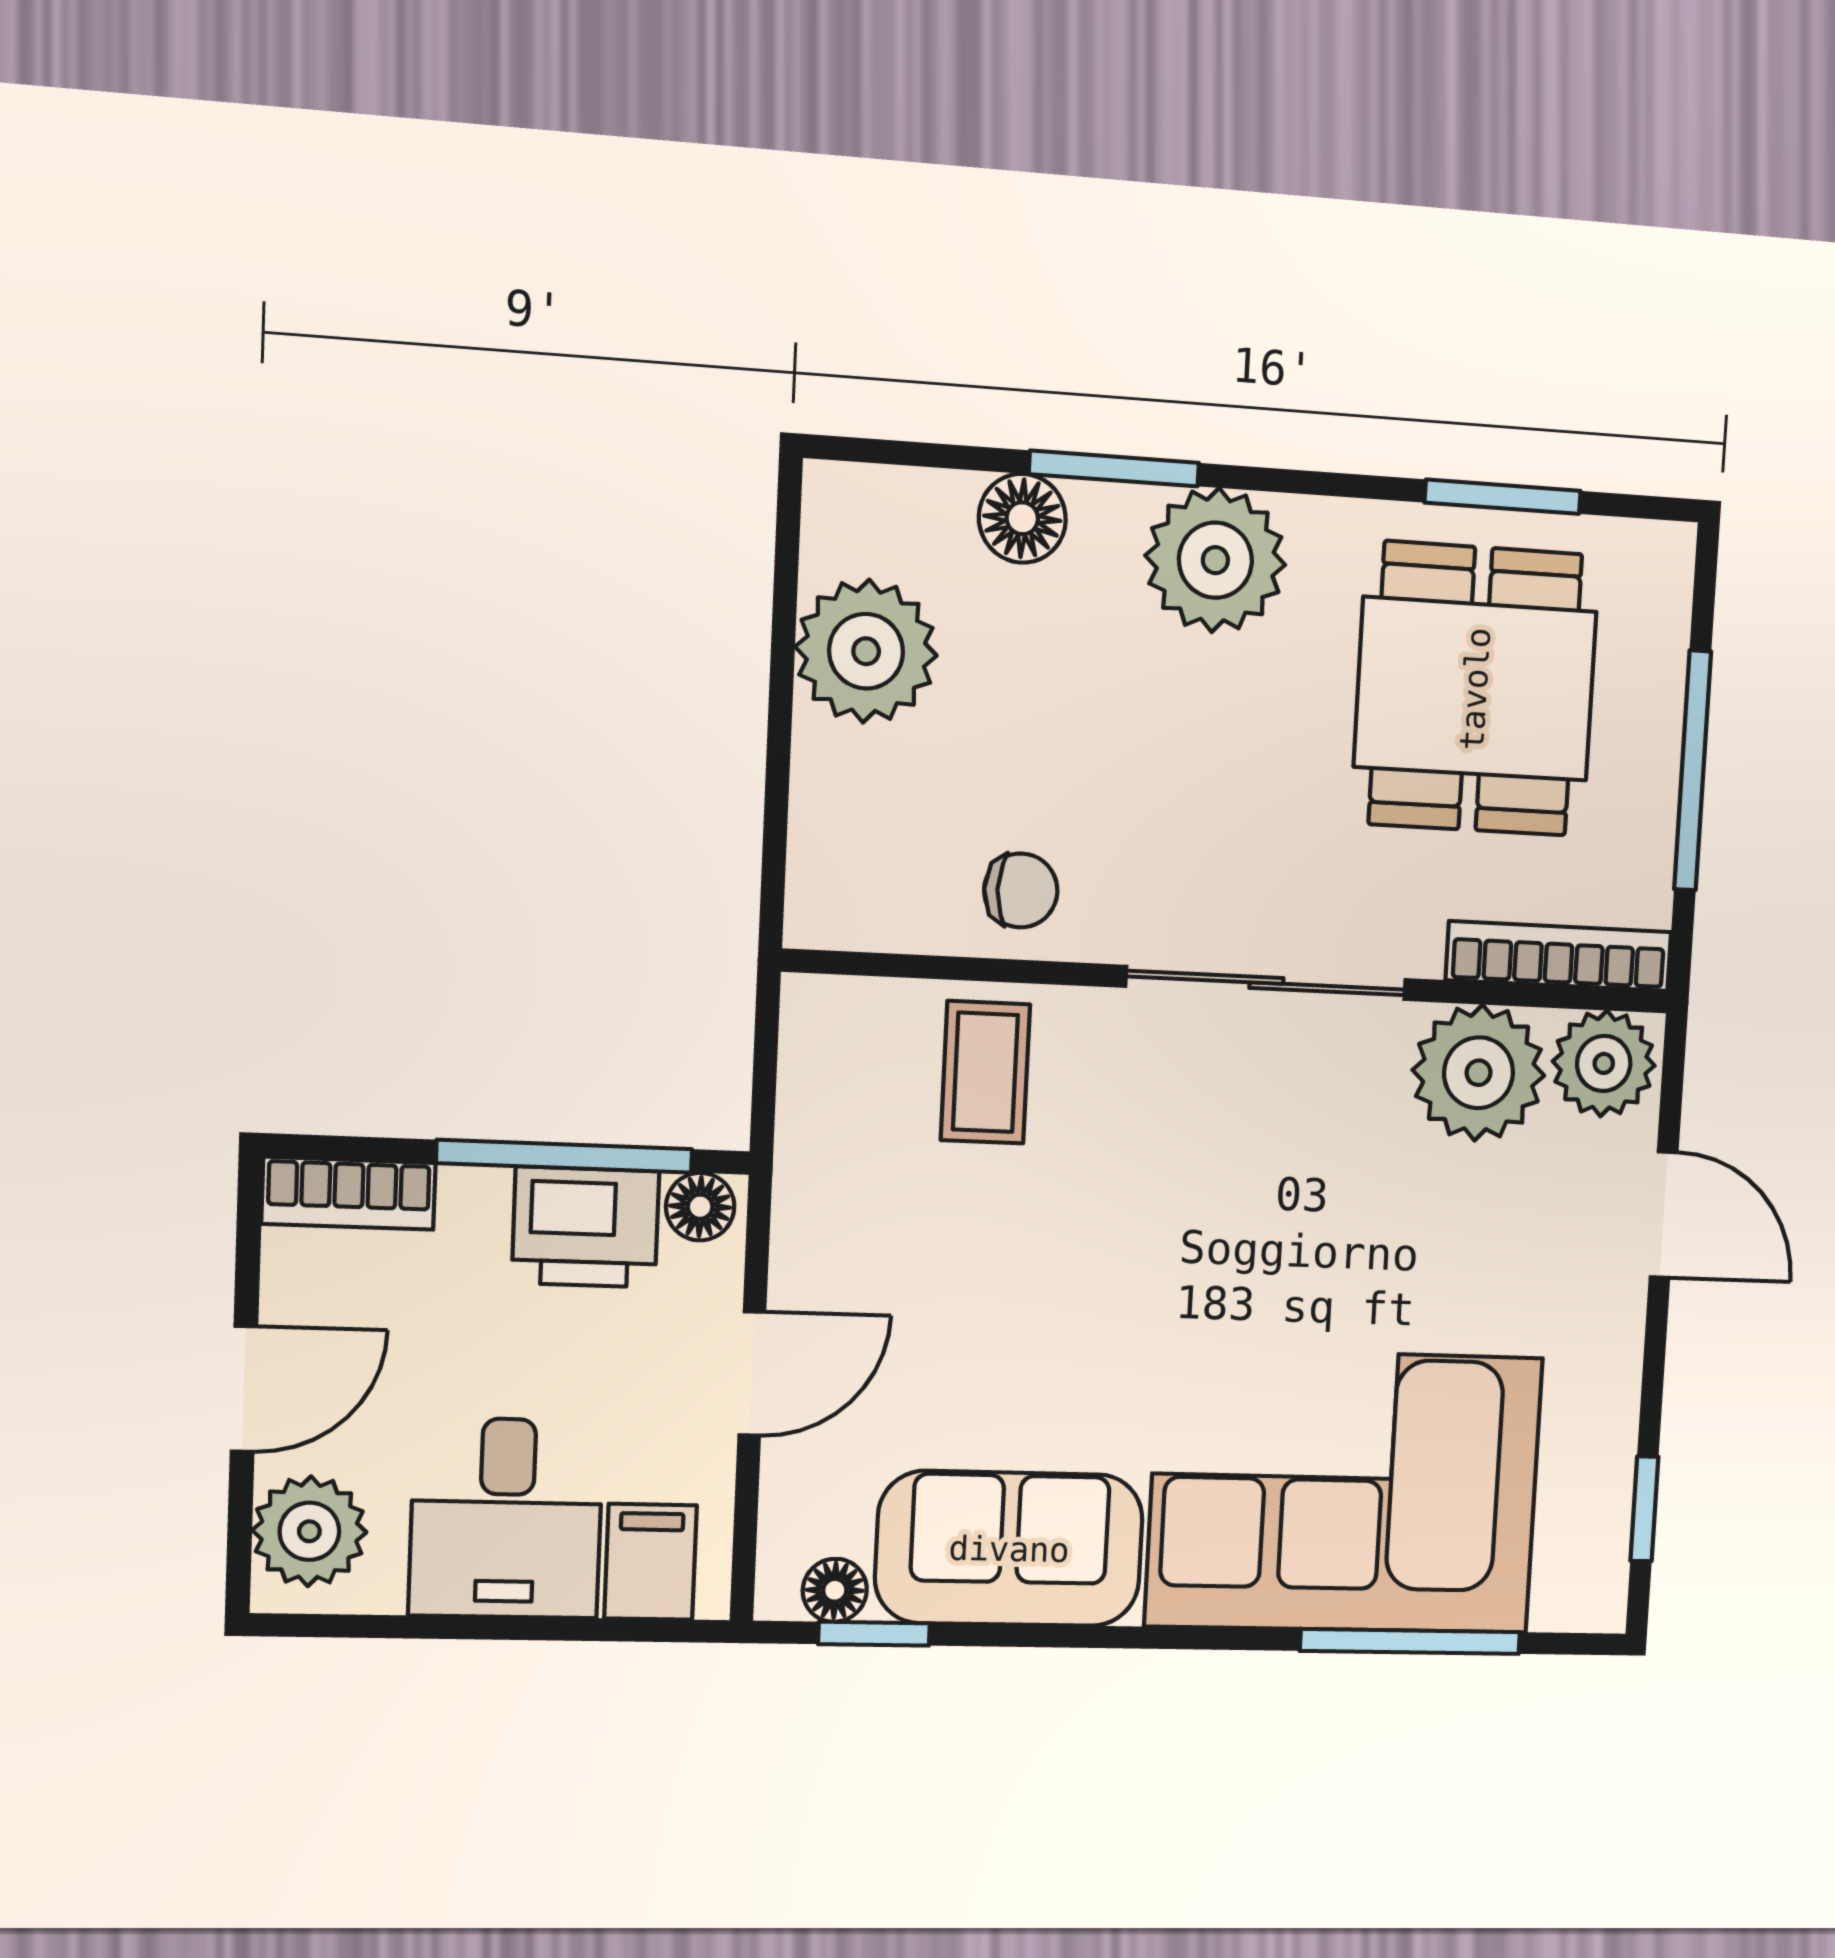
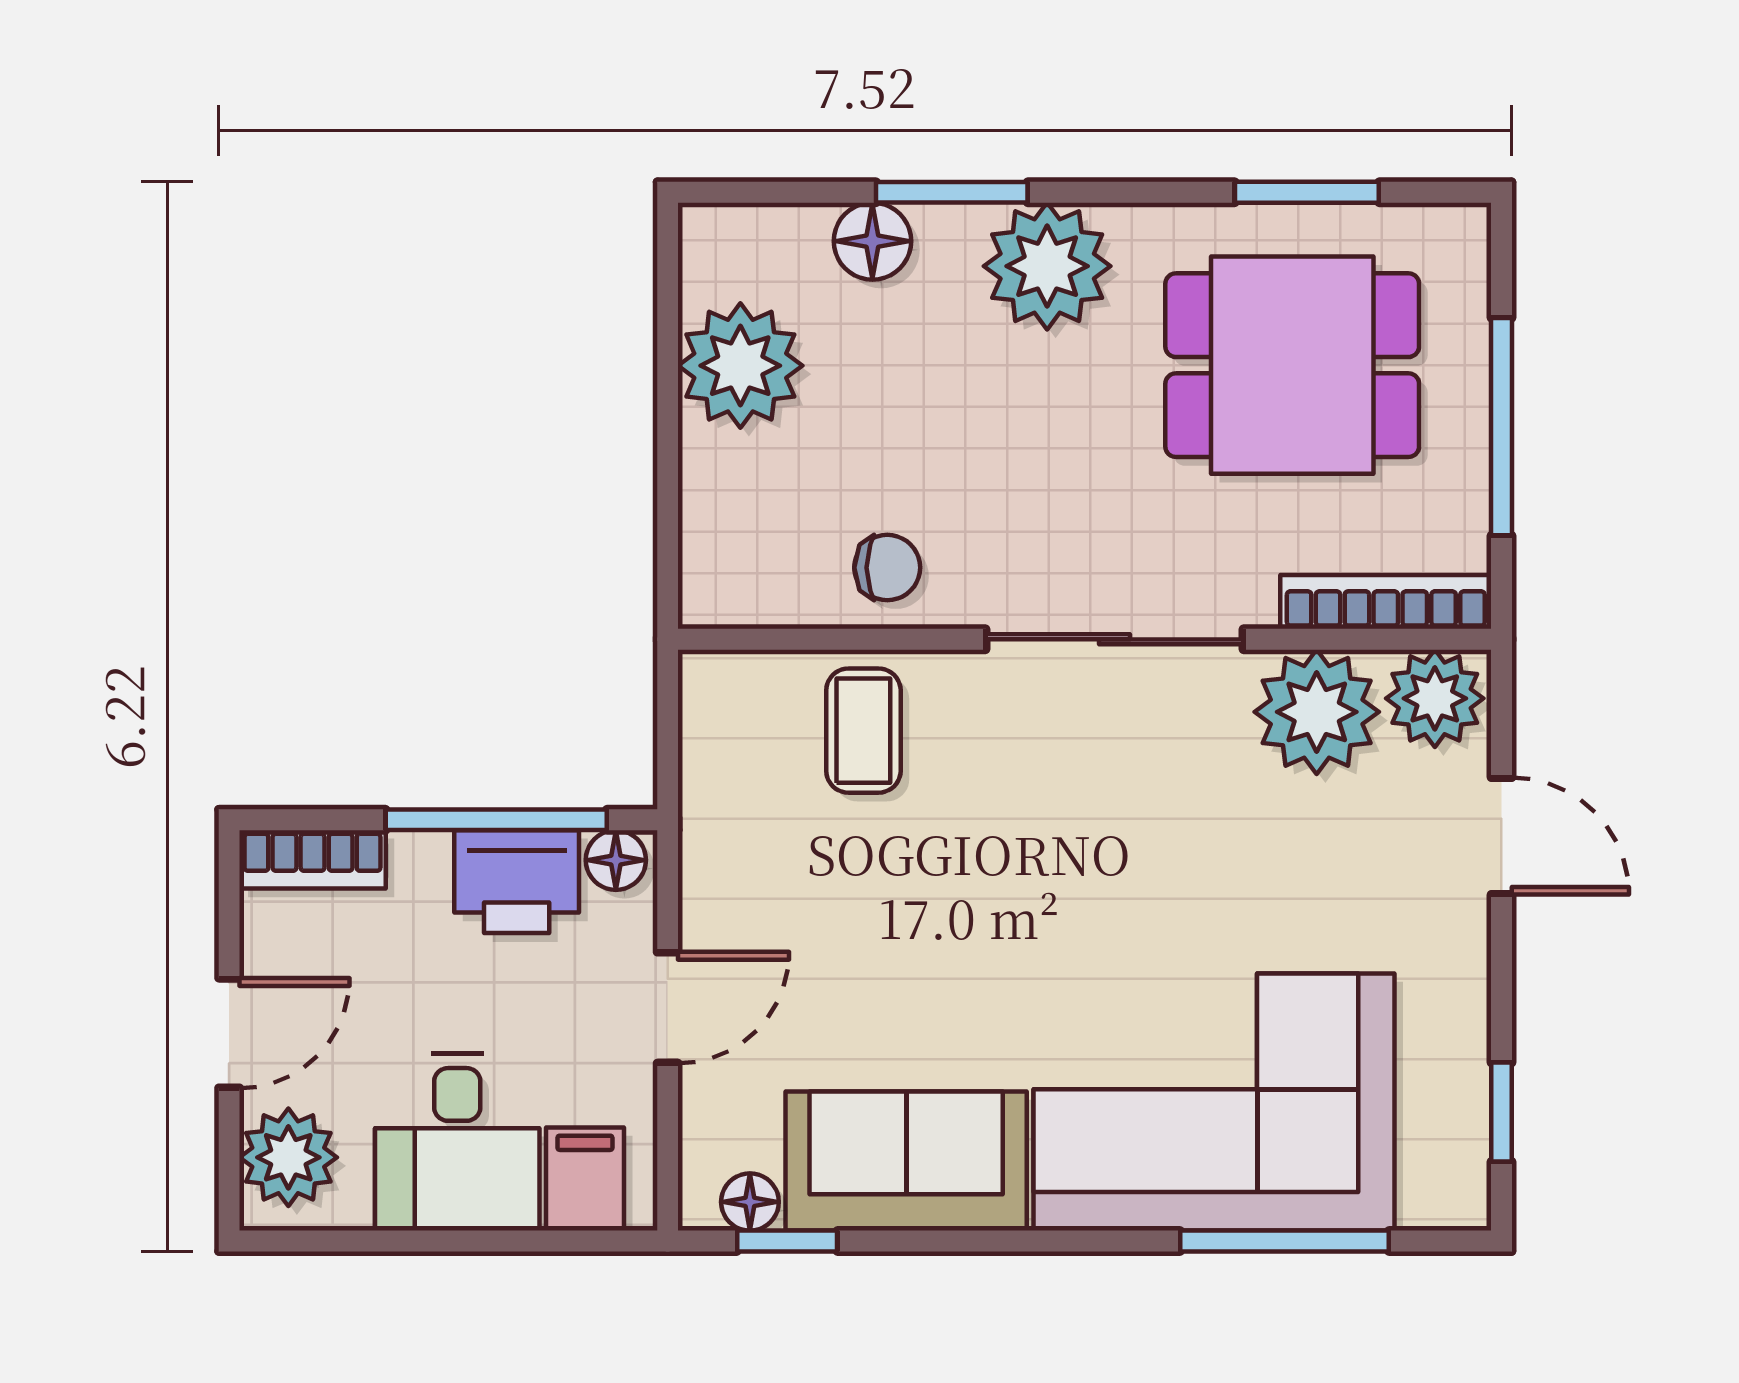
dining table: (1475, 689) -> (1292, 365), turned 90

